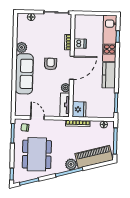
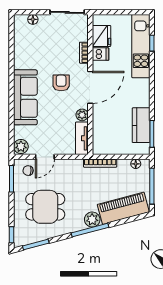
plant: (22, 47) -> (21, 147), moved
kitchen counter: (109, 75) -> (141, 125), moved
fridge: (79, 109) -> (101, 36), moved
door: (37, 118) -> (45, 157), swing flipped
dining table: (37, 154) -> (45, 207), width x0.73

